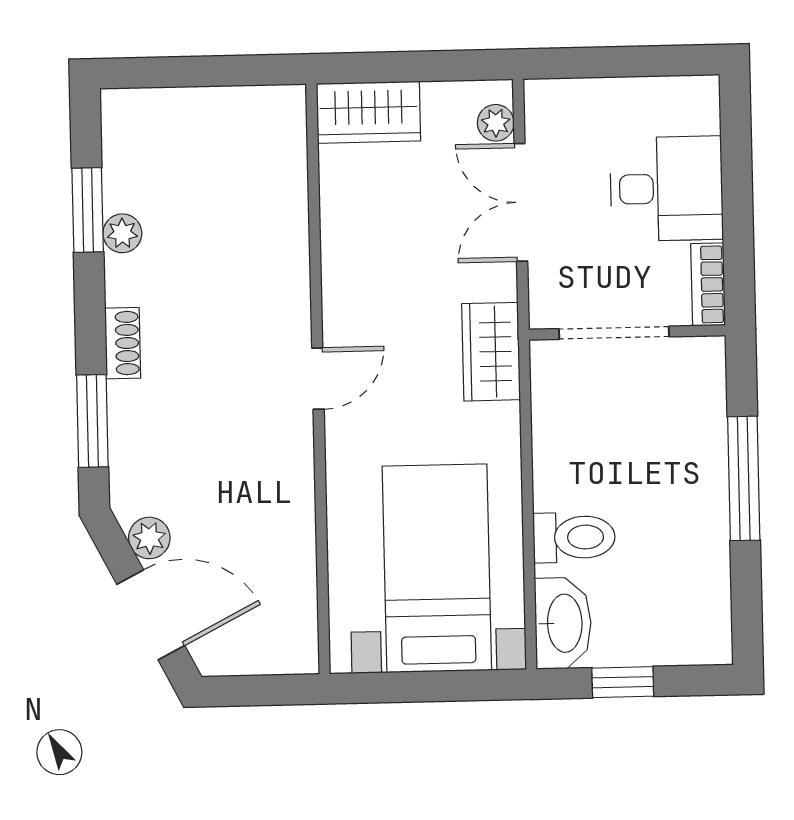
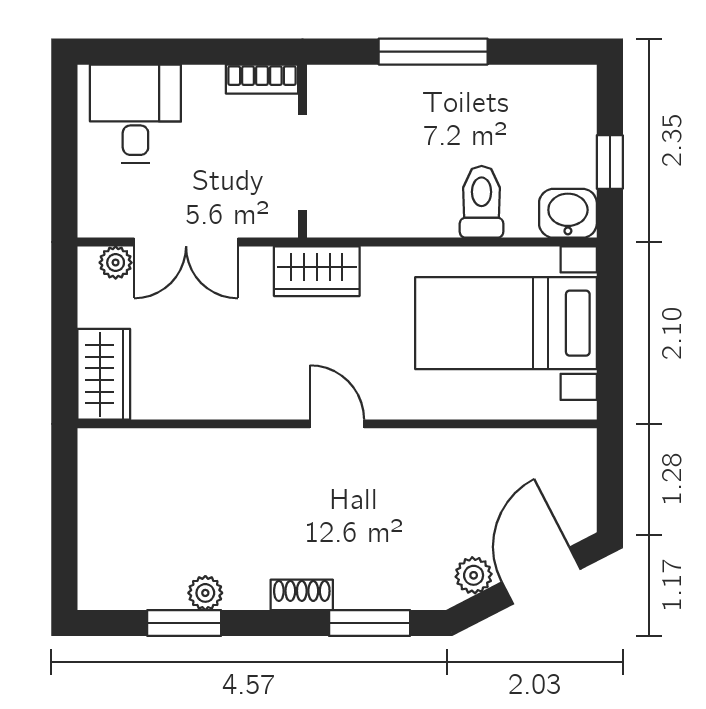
desk: (667, 189) -> (135, 114), moved
washbasin: (563, 623) -> (568, 213), width x0.72

